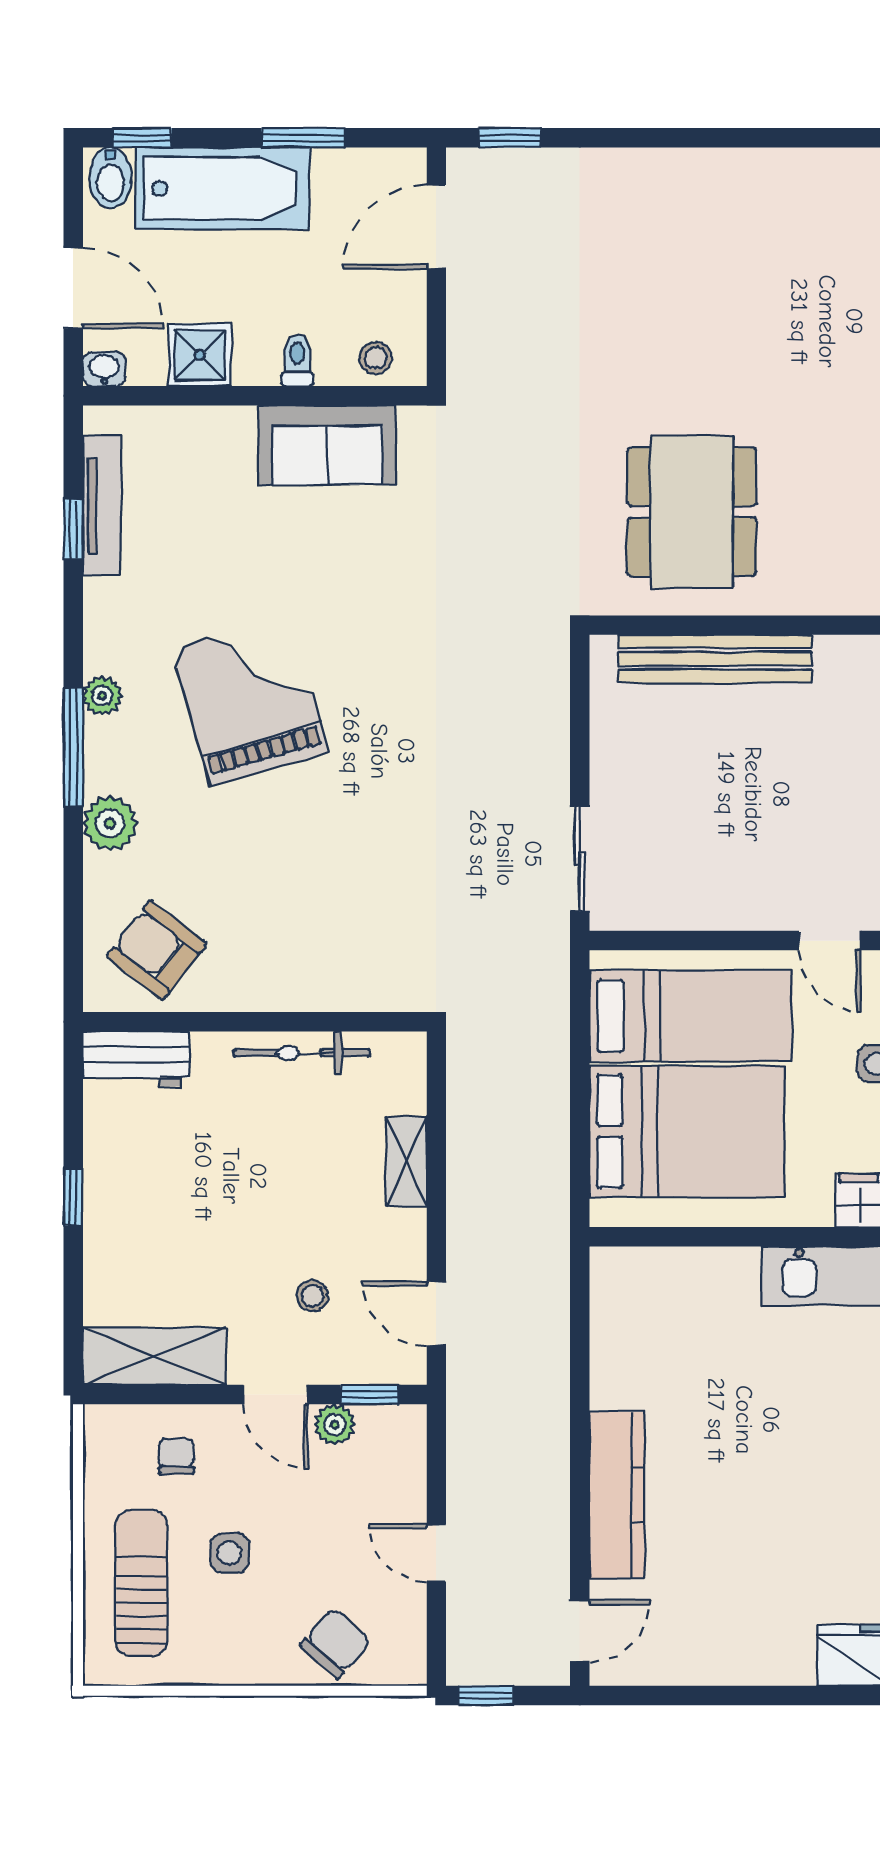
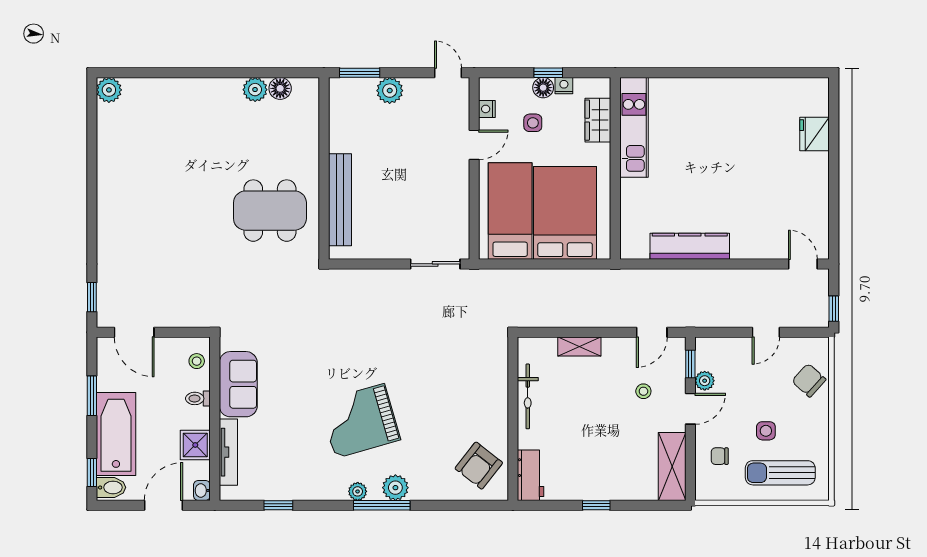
tv unit: (102, 505) -> (228, 452), moved, turned 90
plant: (110, 823) -> (395, 488), moved
kitchen counter: (617, 1495) -> (690, 246), moved

